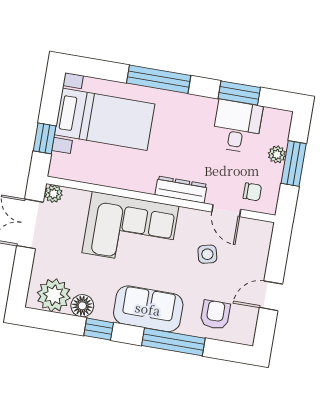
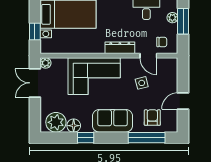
window: (173, 342) -> (147, 138), moved

